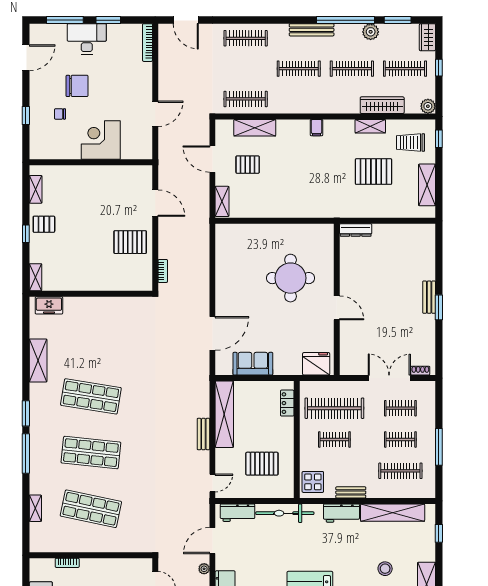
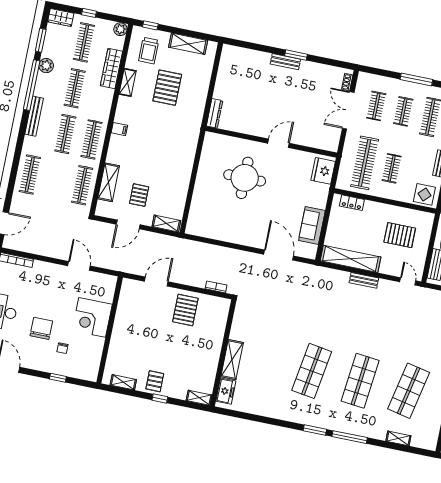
clothes rail: (299, 99) -> (91, 139), added
shelving: (38, 361) -> (232, 360), moved, turned 90
pallet: (262, 464) -> (400, 235), turned 90

